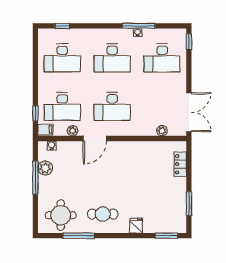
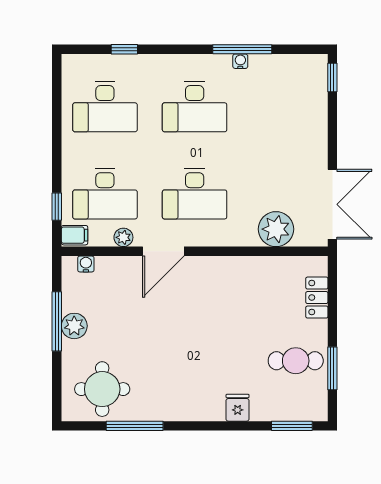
window: (62, 26) -> (124, 49), moved
desk: (162, 58) -> (284, 107), removed
plant: (162, 131) -> (276, 229), width x1.88, depth x1.88
plant: (45, 168) -> (74, 326), moved
cafe table: (103, 214) -> (296, 361), moved

